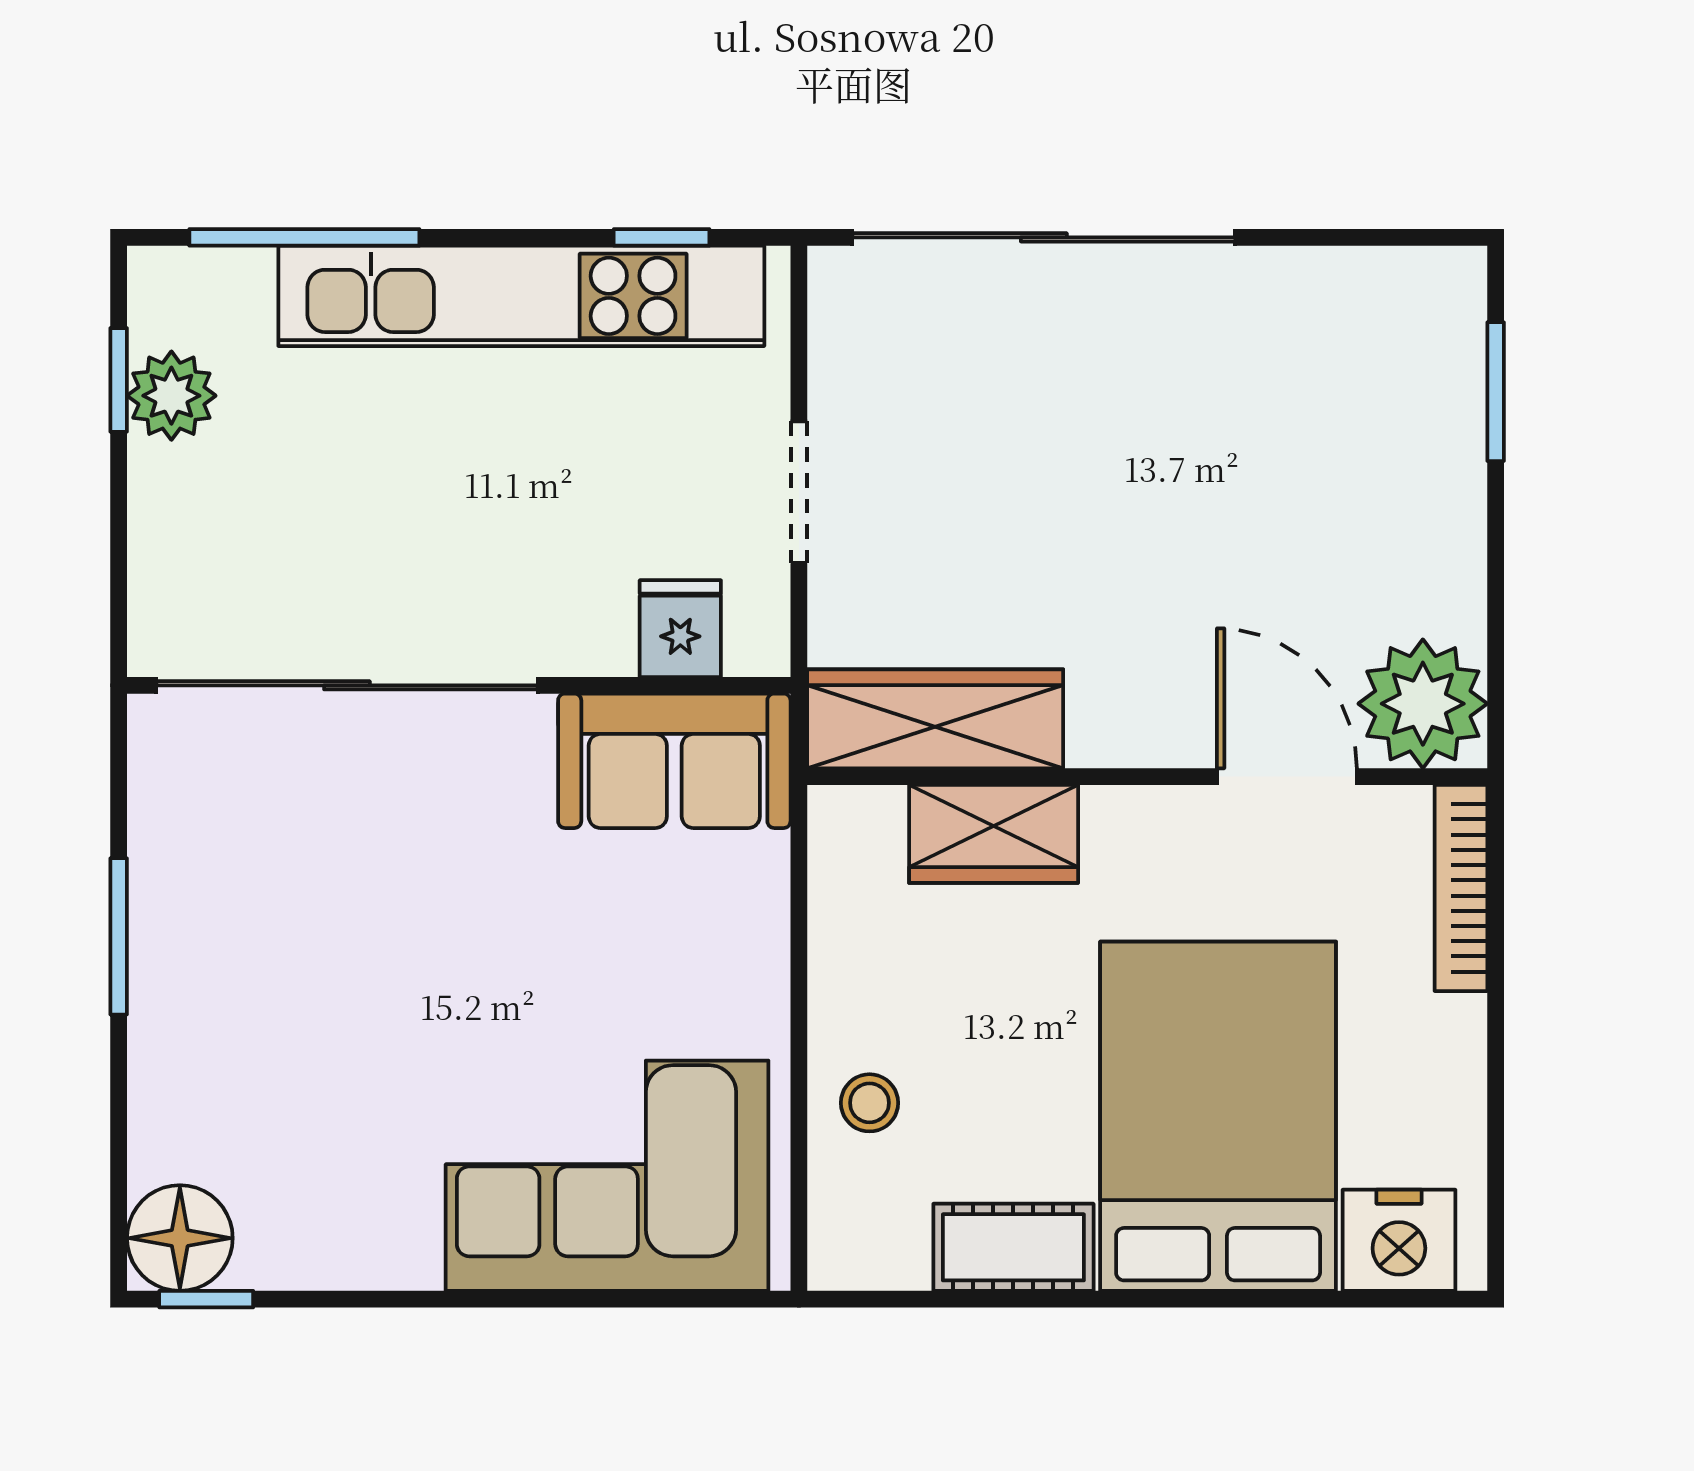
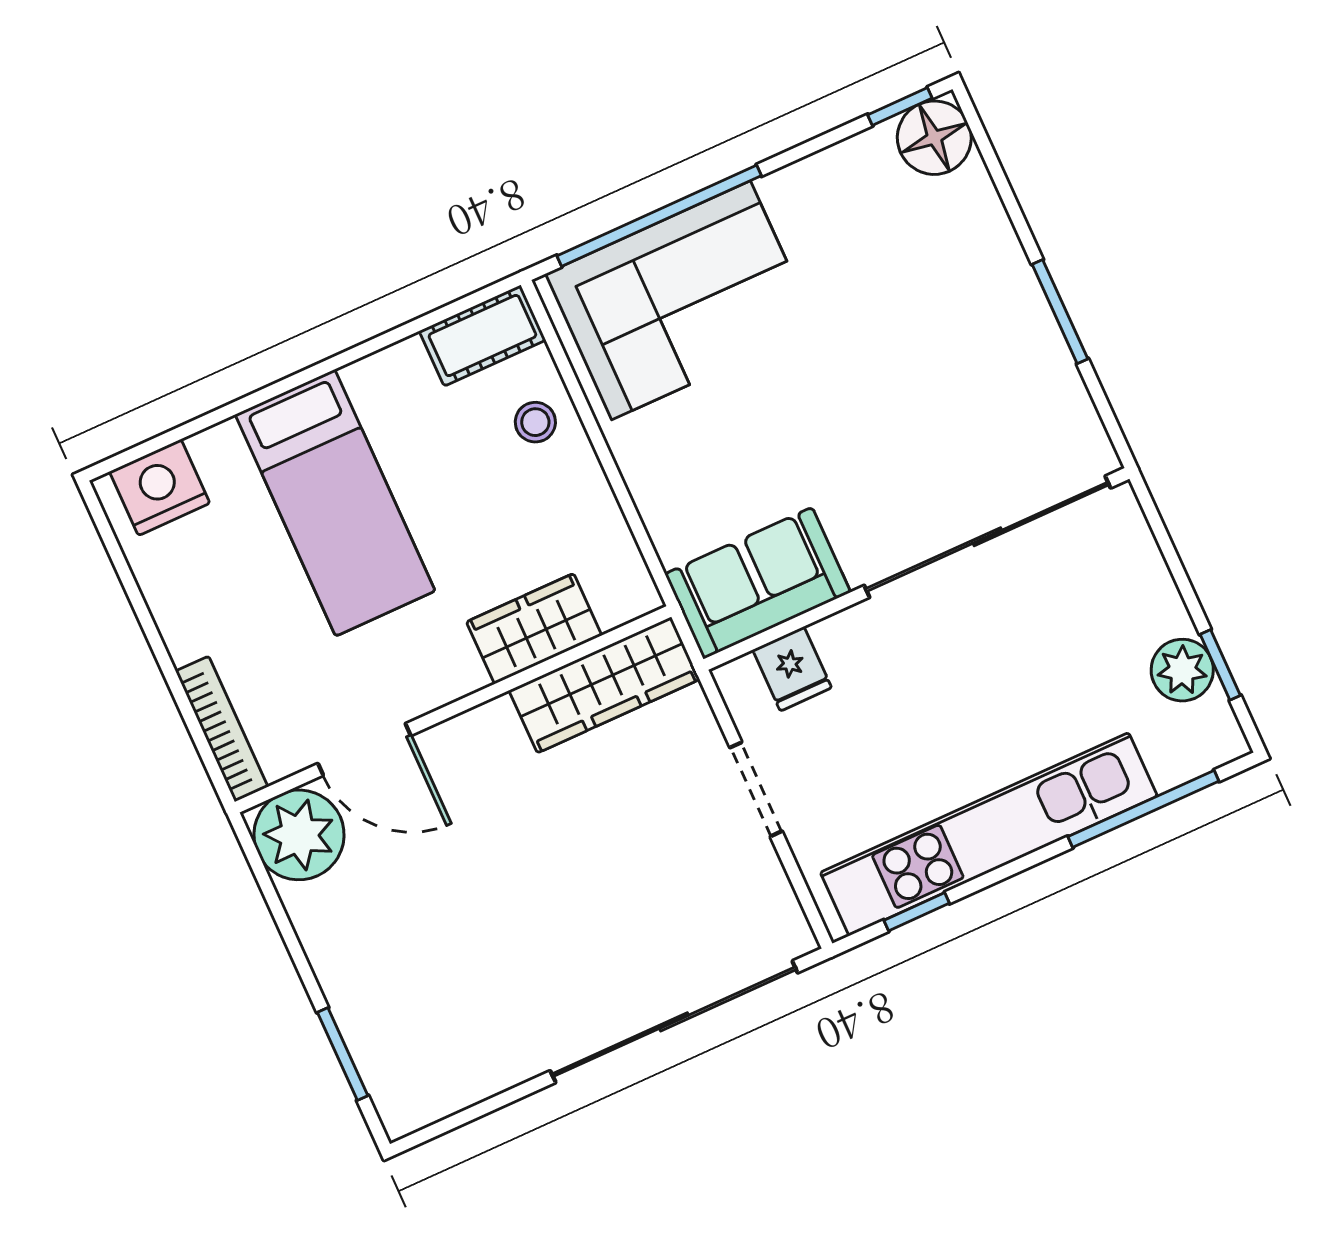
bed: (1218, 1116) -> (335, 503), width x0.67
cot: (1013, 1247) -> (482, 336), moved
window: (585, 1299) -> (659, 216), added

